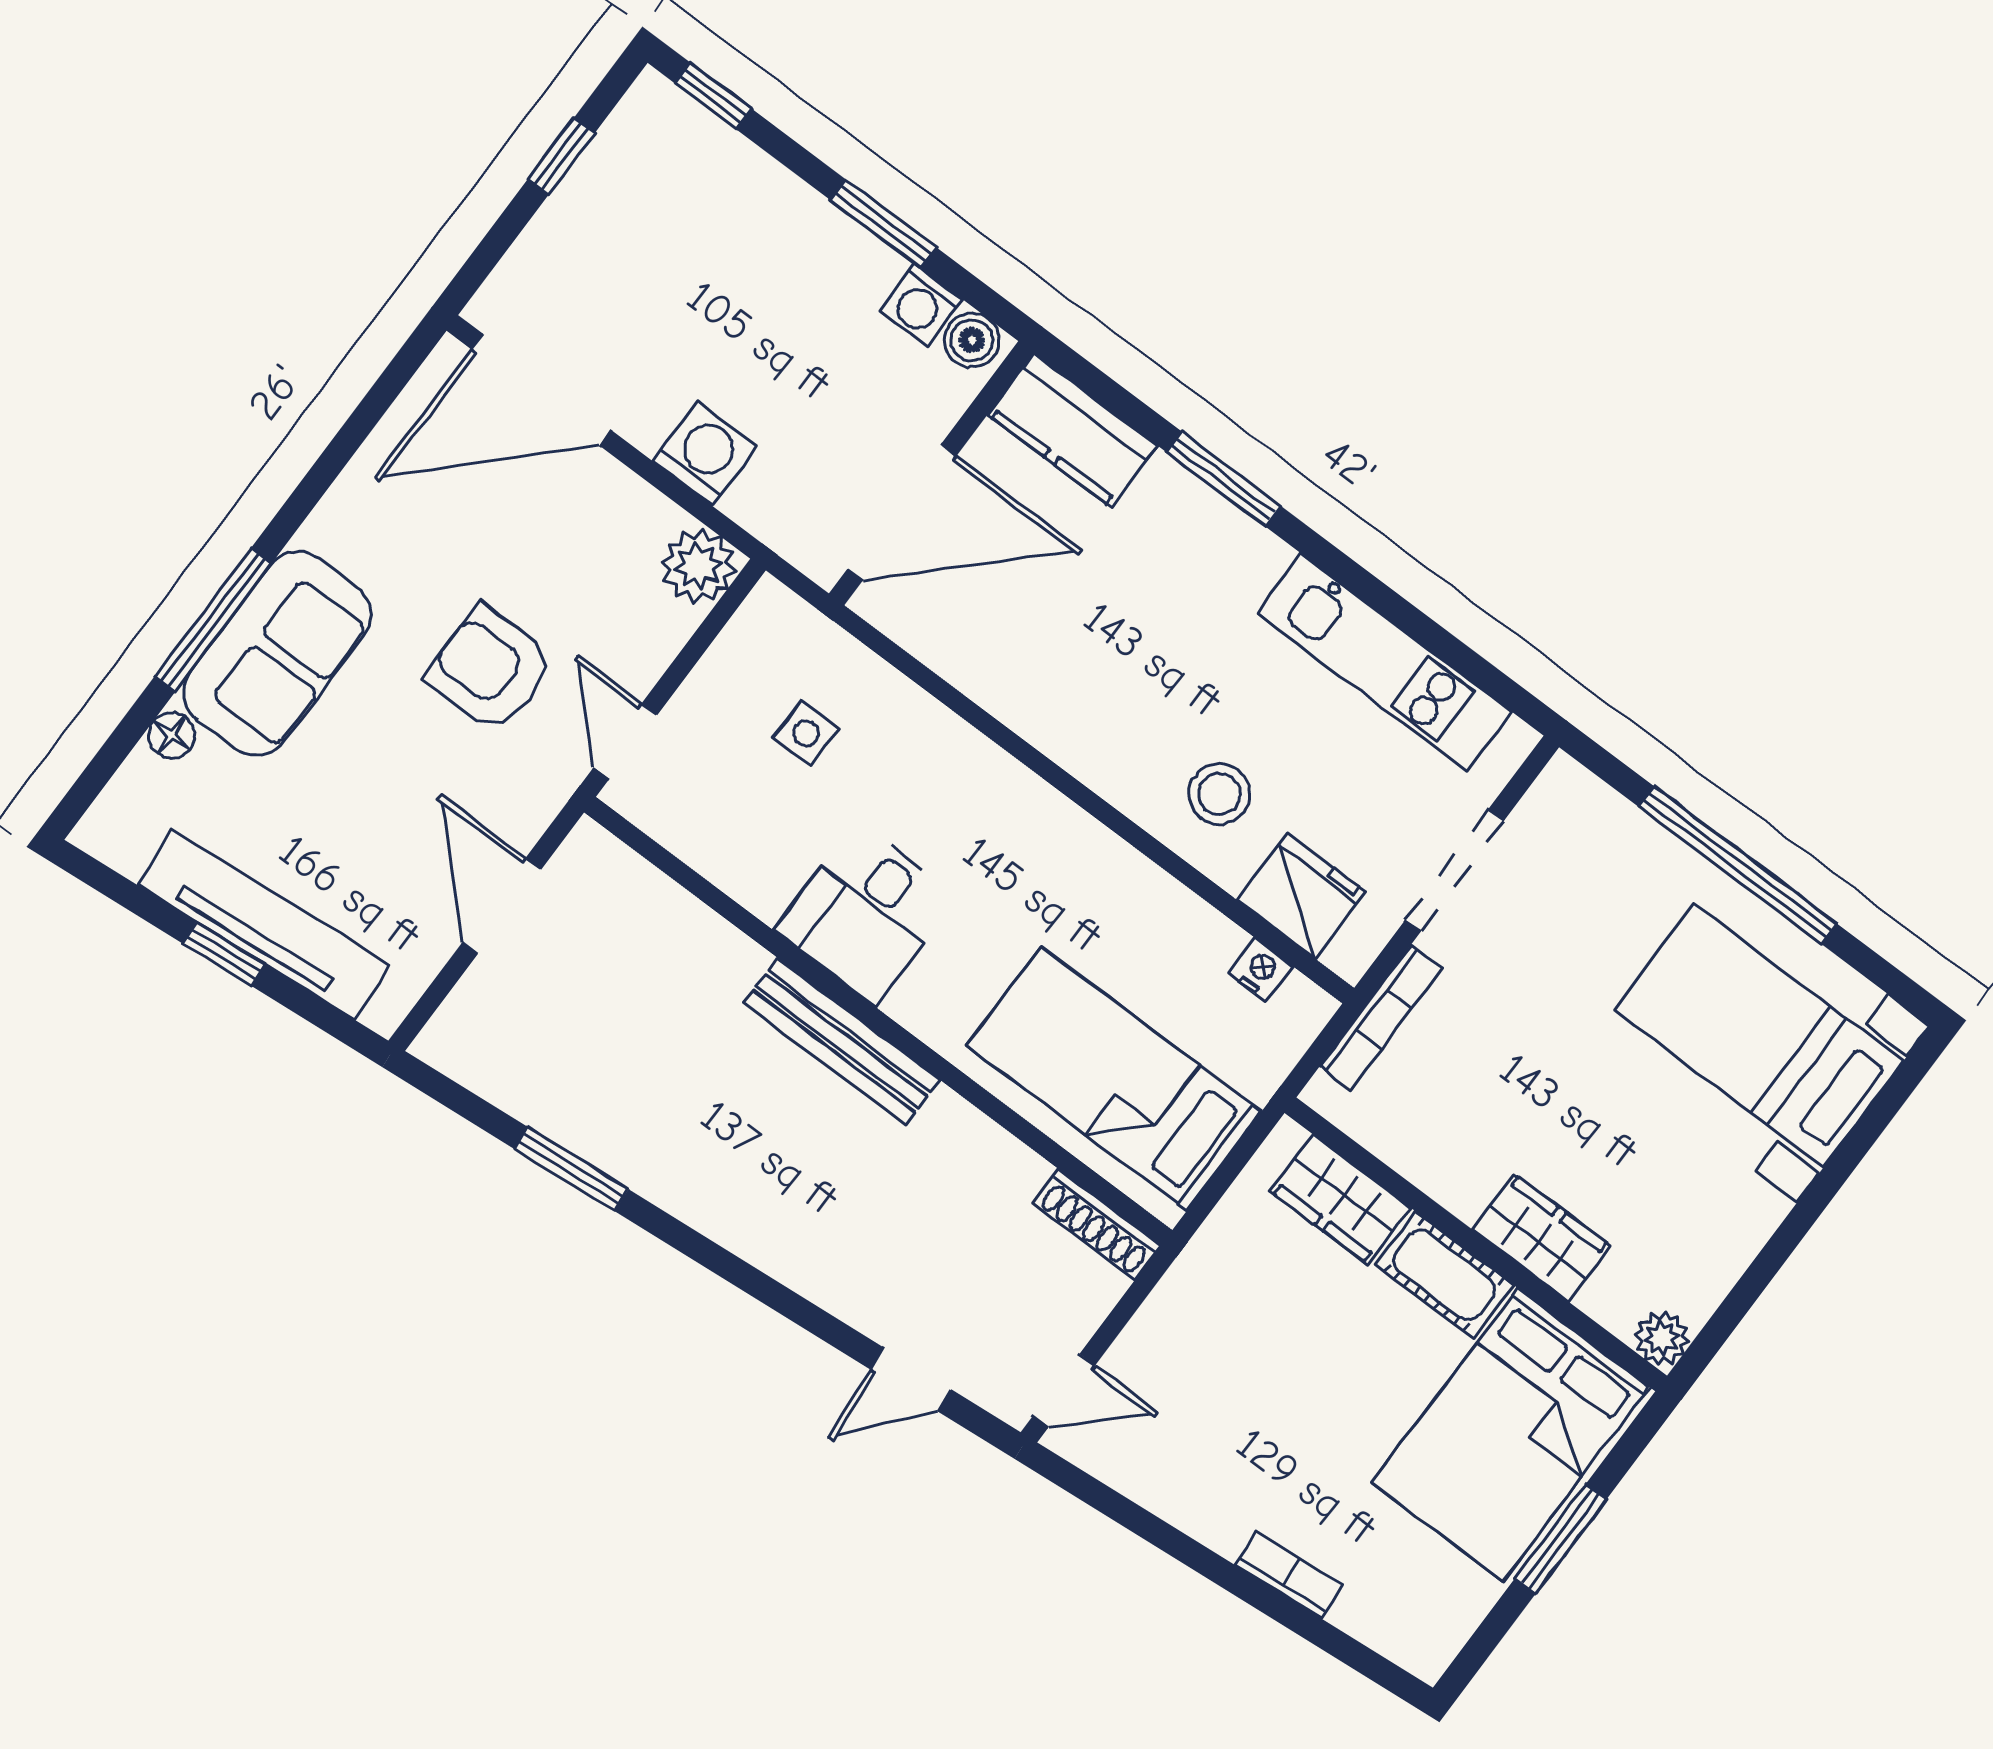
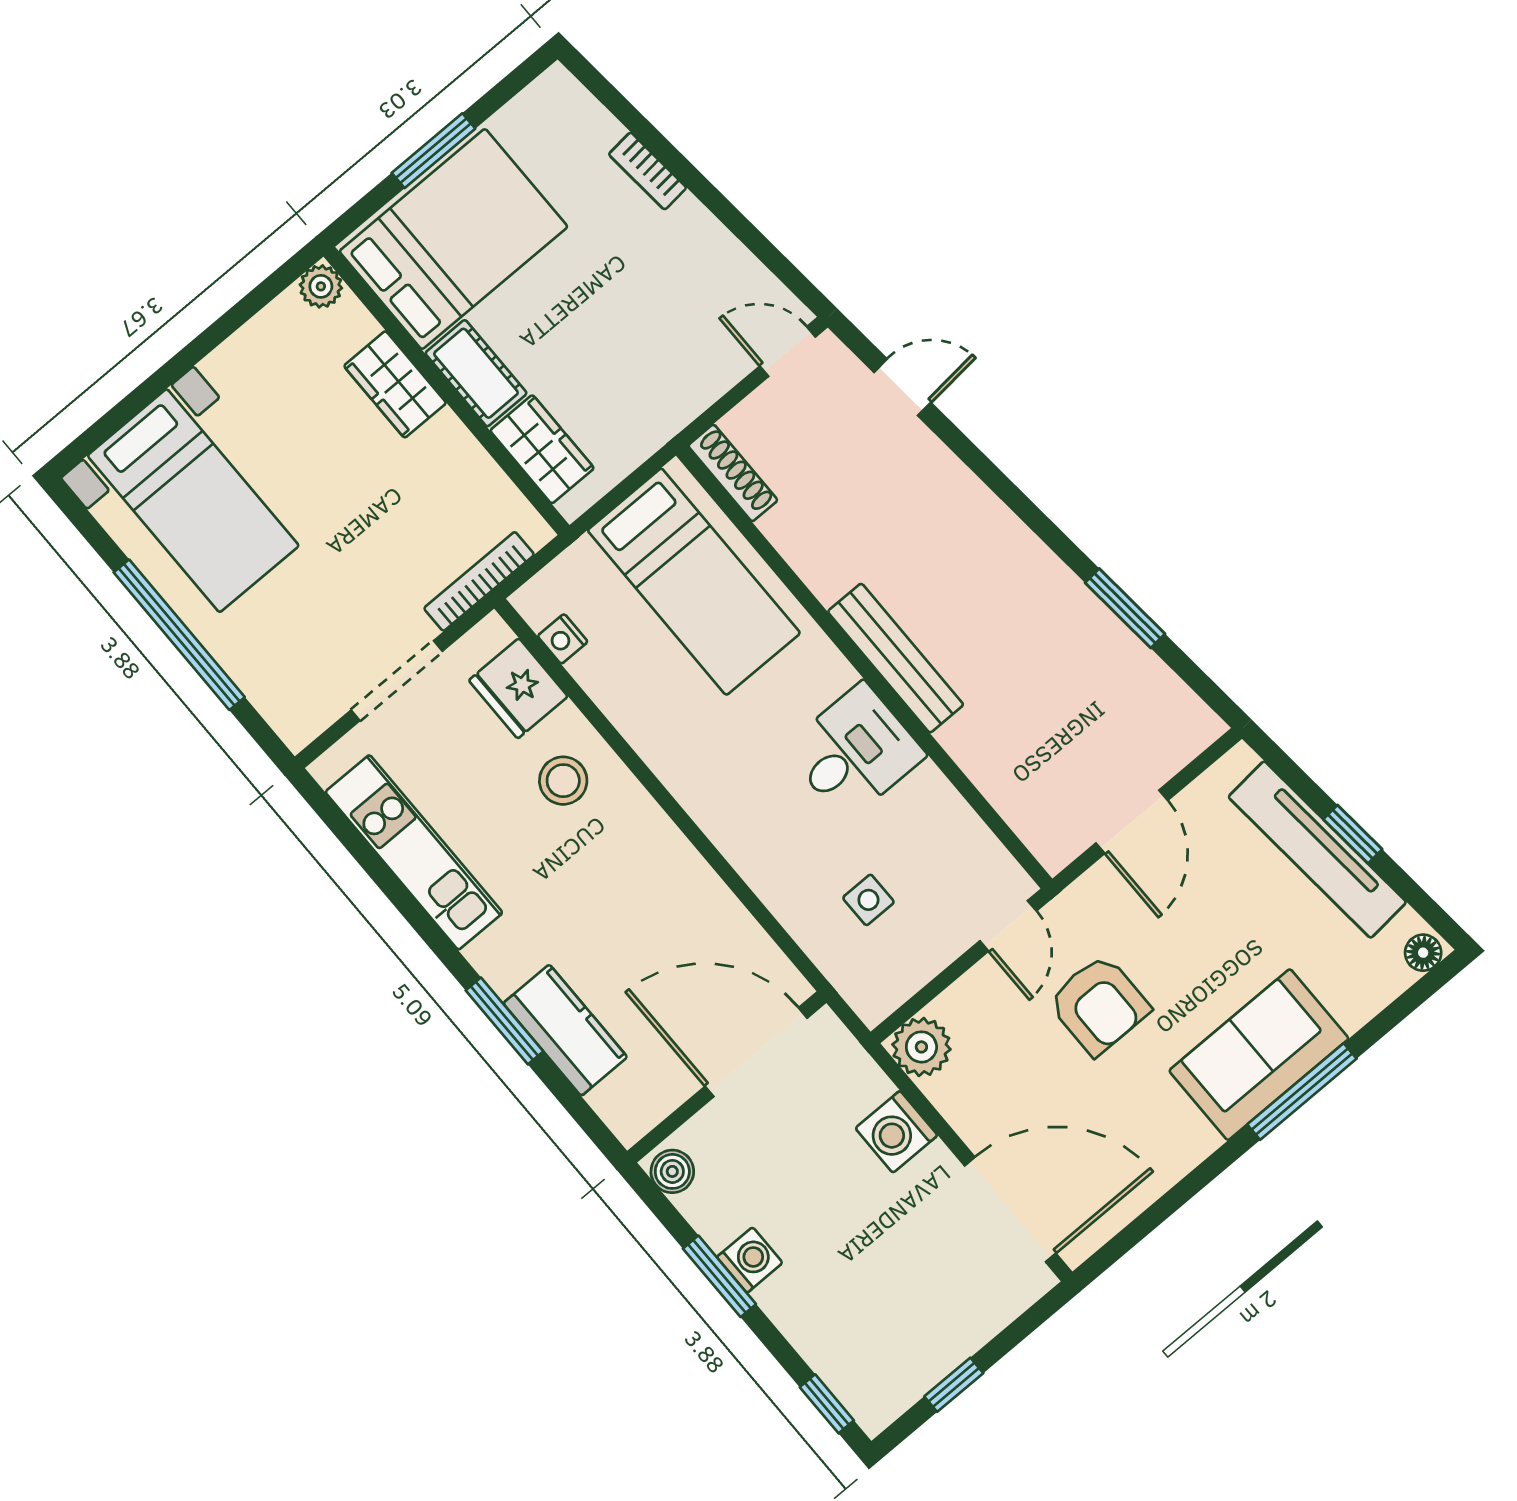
washing machine: (920, 305) -> (750, 1260), moved
kitchen counter: (1072, 430) -> (565, 1030), moved
floor lamp: (171, 735) -> (1423, 953), moved

